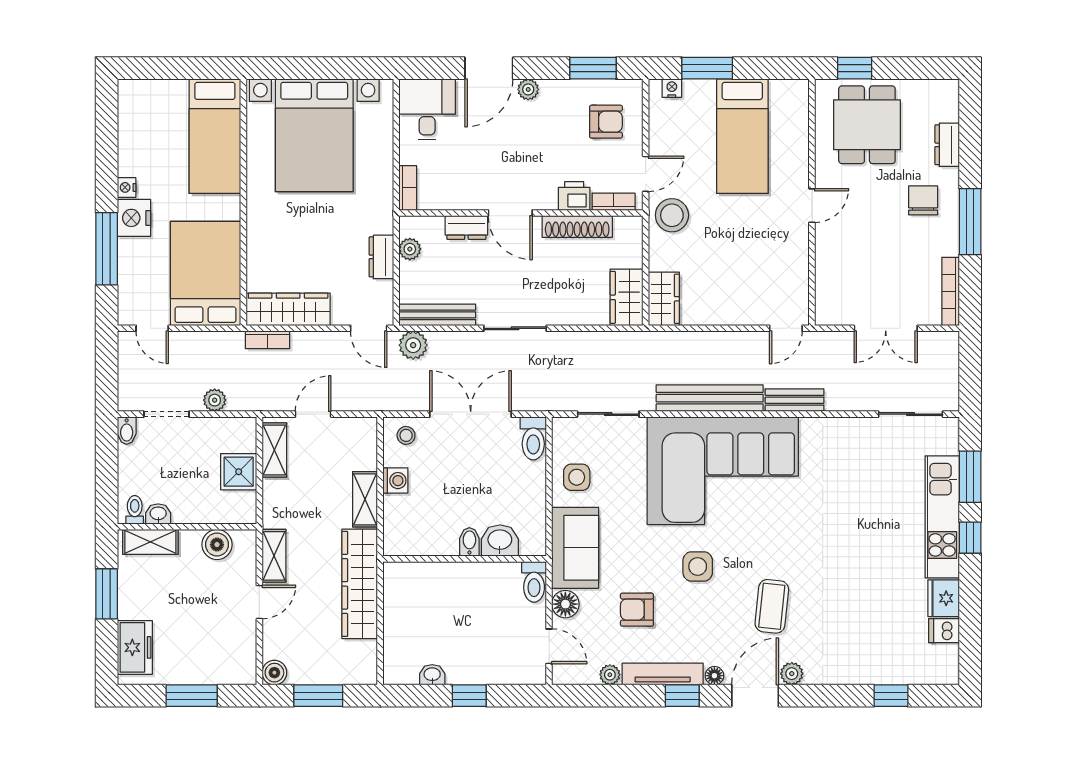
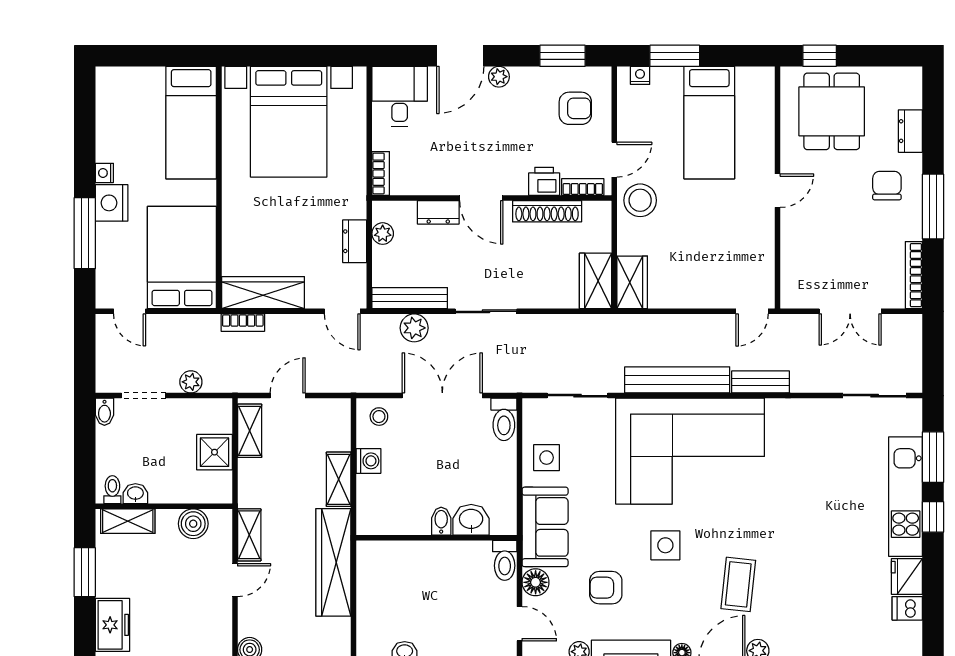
plant: (413, 345) -> (414, 328), moved

